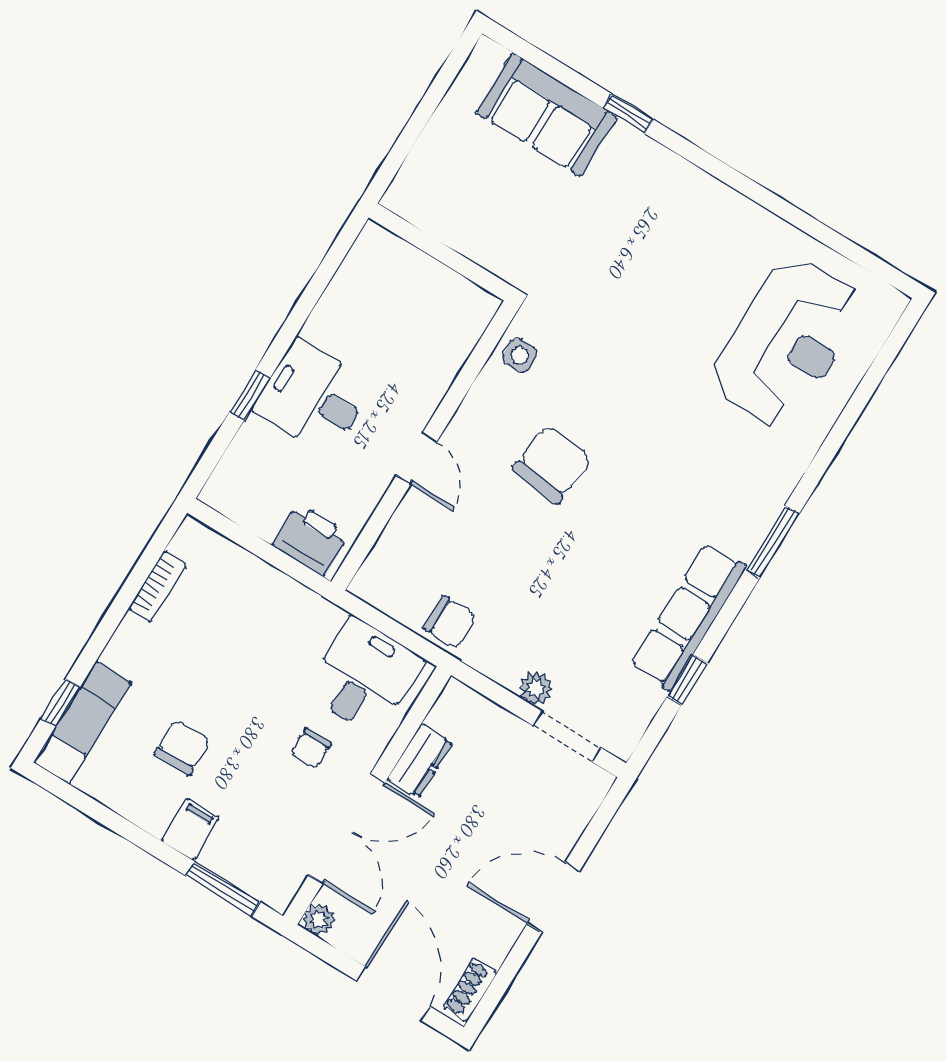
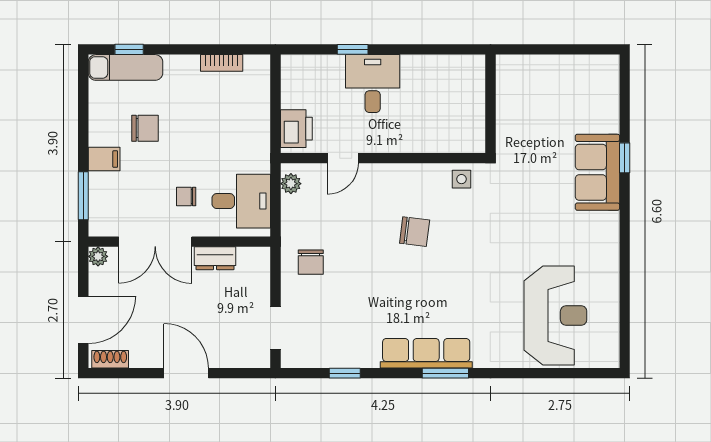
sofa: (547, 115) -> (597, 172), moved
reception desk: (786, 342) -> (555, 316), turned -90
door: (417, 458) -> (343, 158), moved
chair: (552, 464) -> (415, 232), width x0.73, depth x0.73
row of seats: (689, 616) -> (426, 353), moved
chair: (450, 622) -> (311, 262), moved
plant: (536, 688) -> (291, 184), moved

